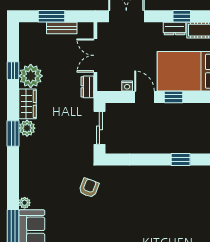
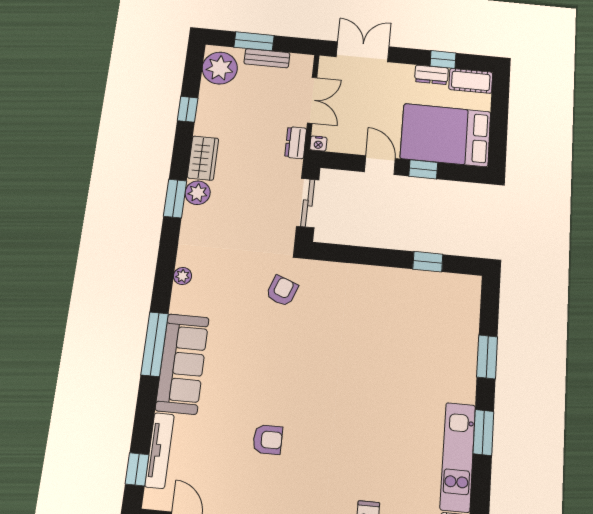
double door: (95, 55) -> (312, 100), swing flipped
plant: (31, 76) -> (220, 68), moved
nightstand: (127, 86) -> (318, 144), moved
plant: (25, 203) -> (183, 276), moved

